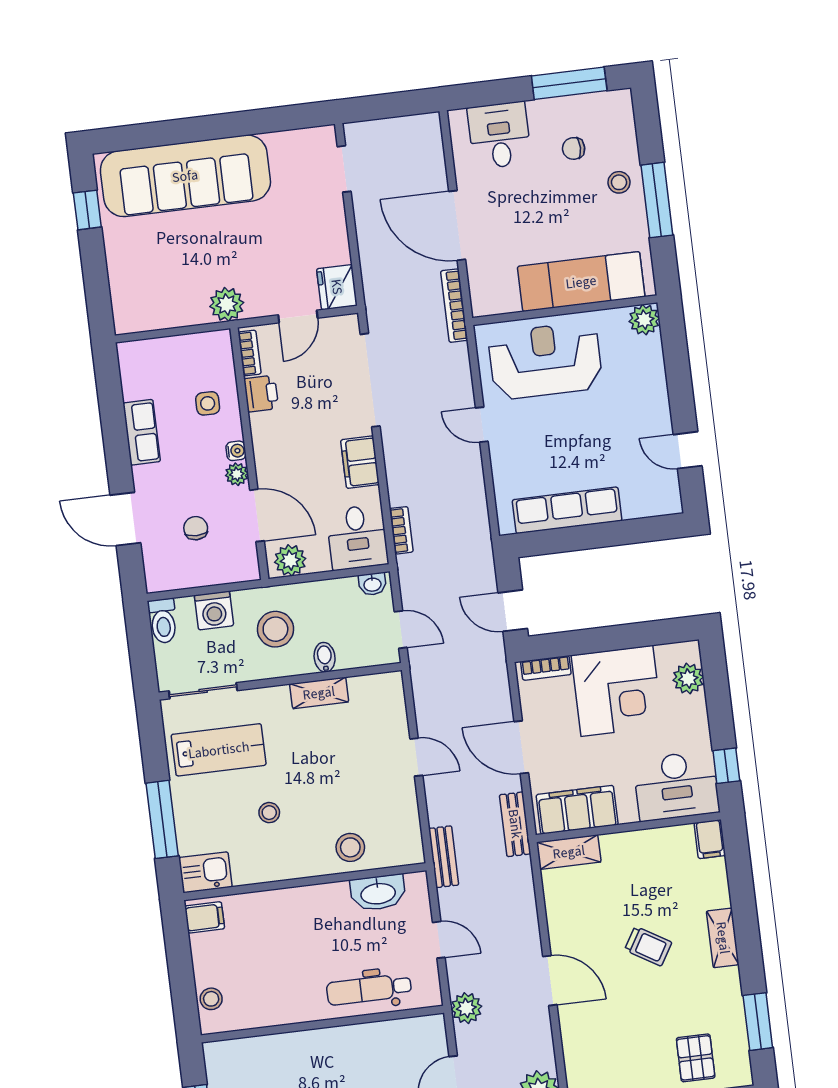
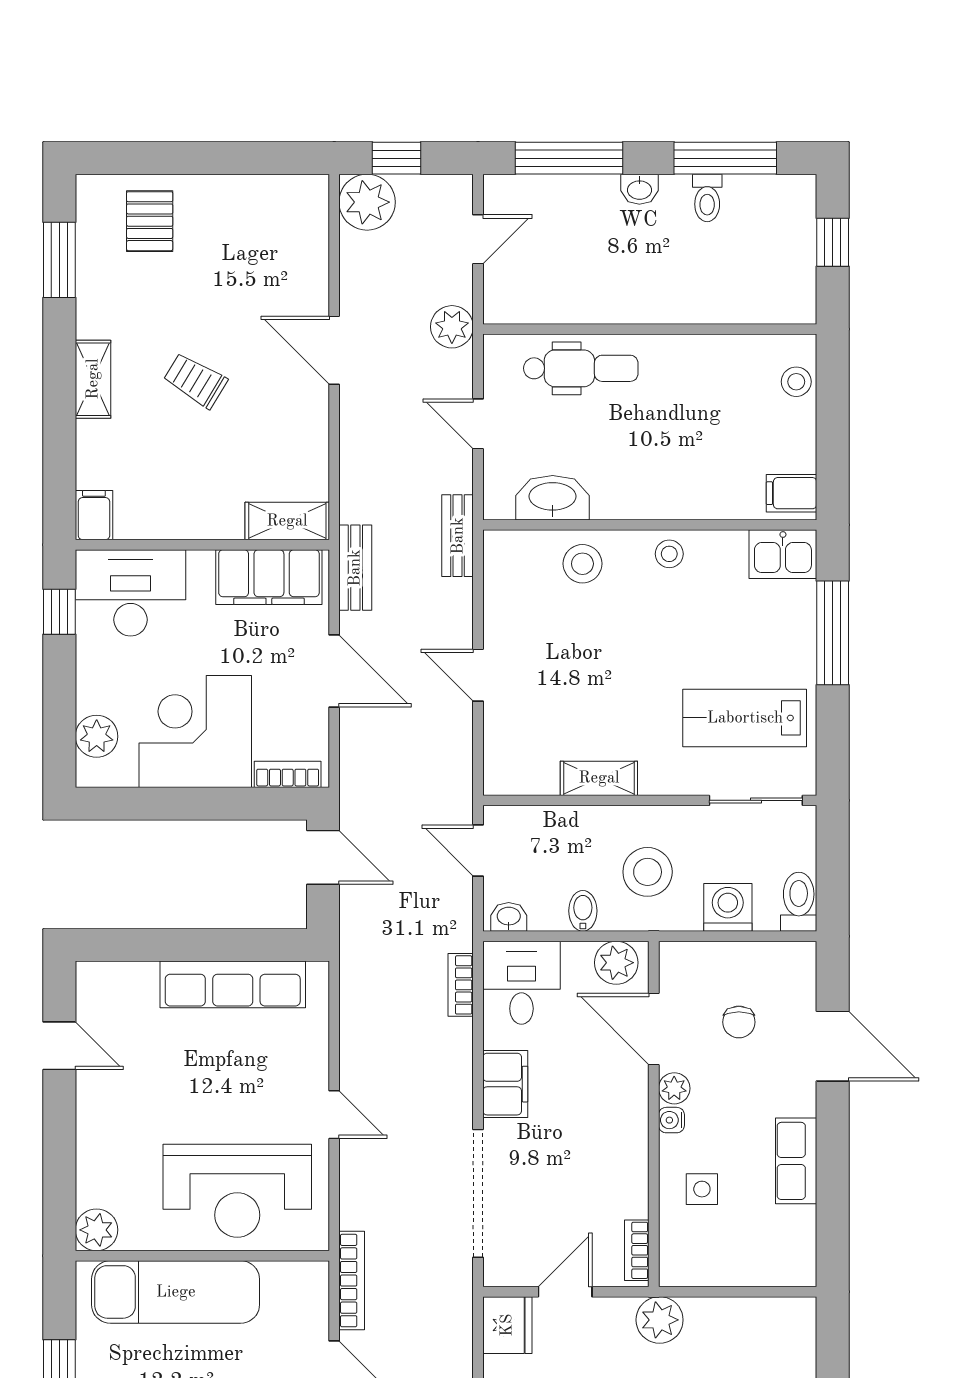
printer: (261, 394) -> (628, 1193), removed
bidet: (325, 657) -> (583, 911), moved, turned 180
stool: (269, 813) -> (669, 554), moved

